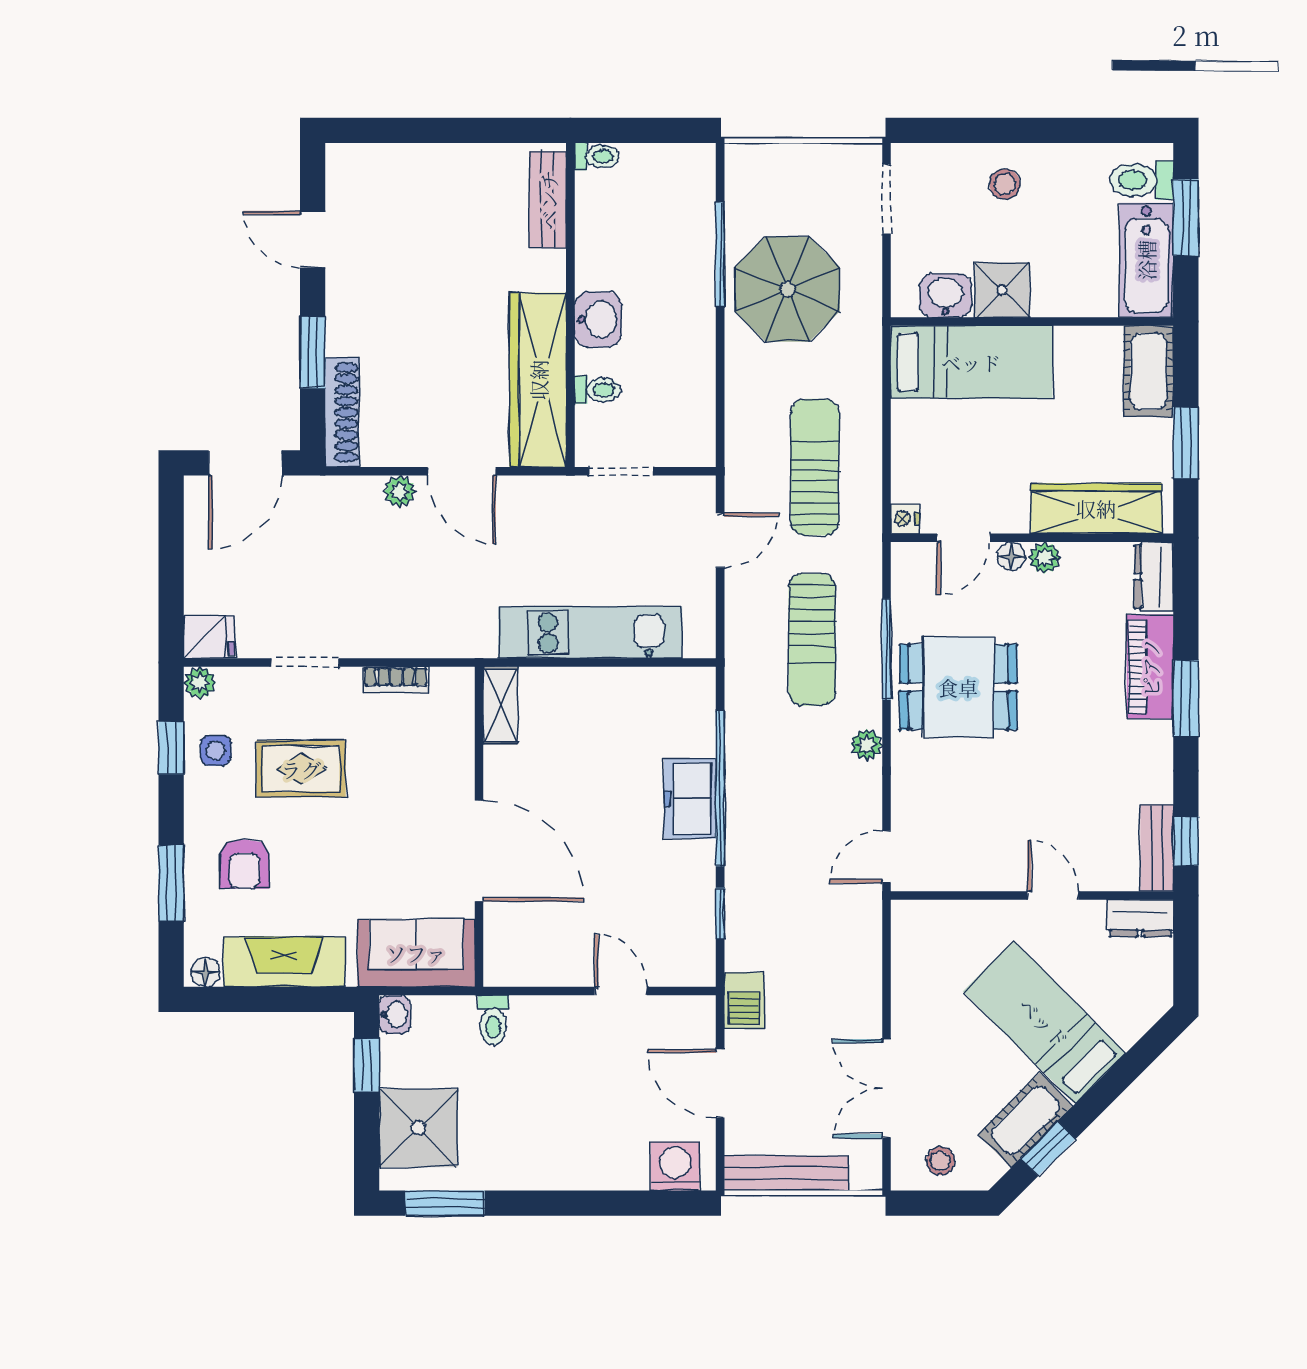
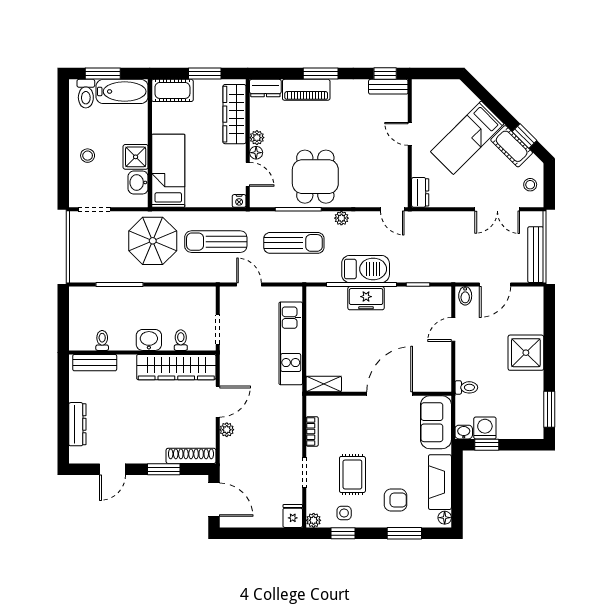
toilet: (597, 156) -> (102, 340), moved
dresser: (412, 162) -> (77, 424), added
parasol: (787, 289) -> (153, 241), moved
door: (1053, 895) -> (410, 134), hinge flipped
dresser: (1140, 918) -> (420, 192), moved
barbecue: (744, 1000) -> (366, 269), moved, width x1.88, depth x1.53
bidet: (695, 1018) -> (465, 296), added
shower: (418, 1128) -> (526, 353), moved
washing machine: (675, 1166) -> (485, 428), moved, turned 90

